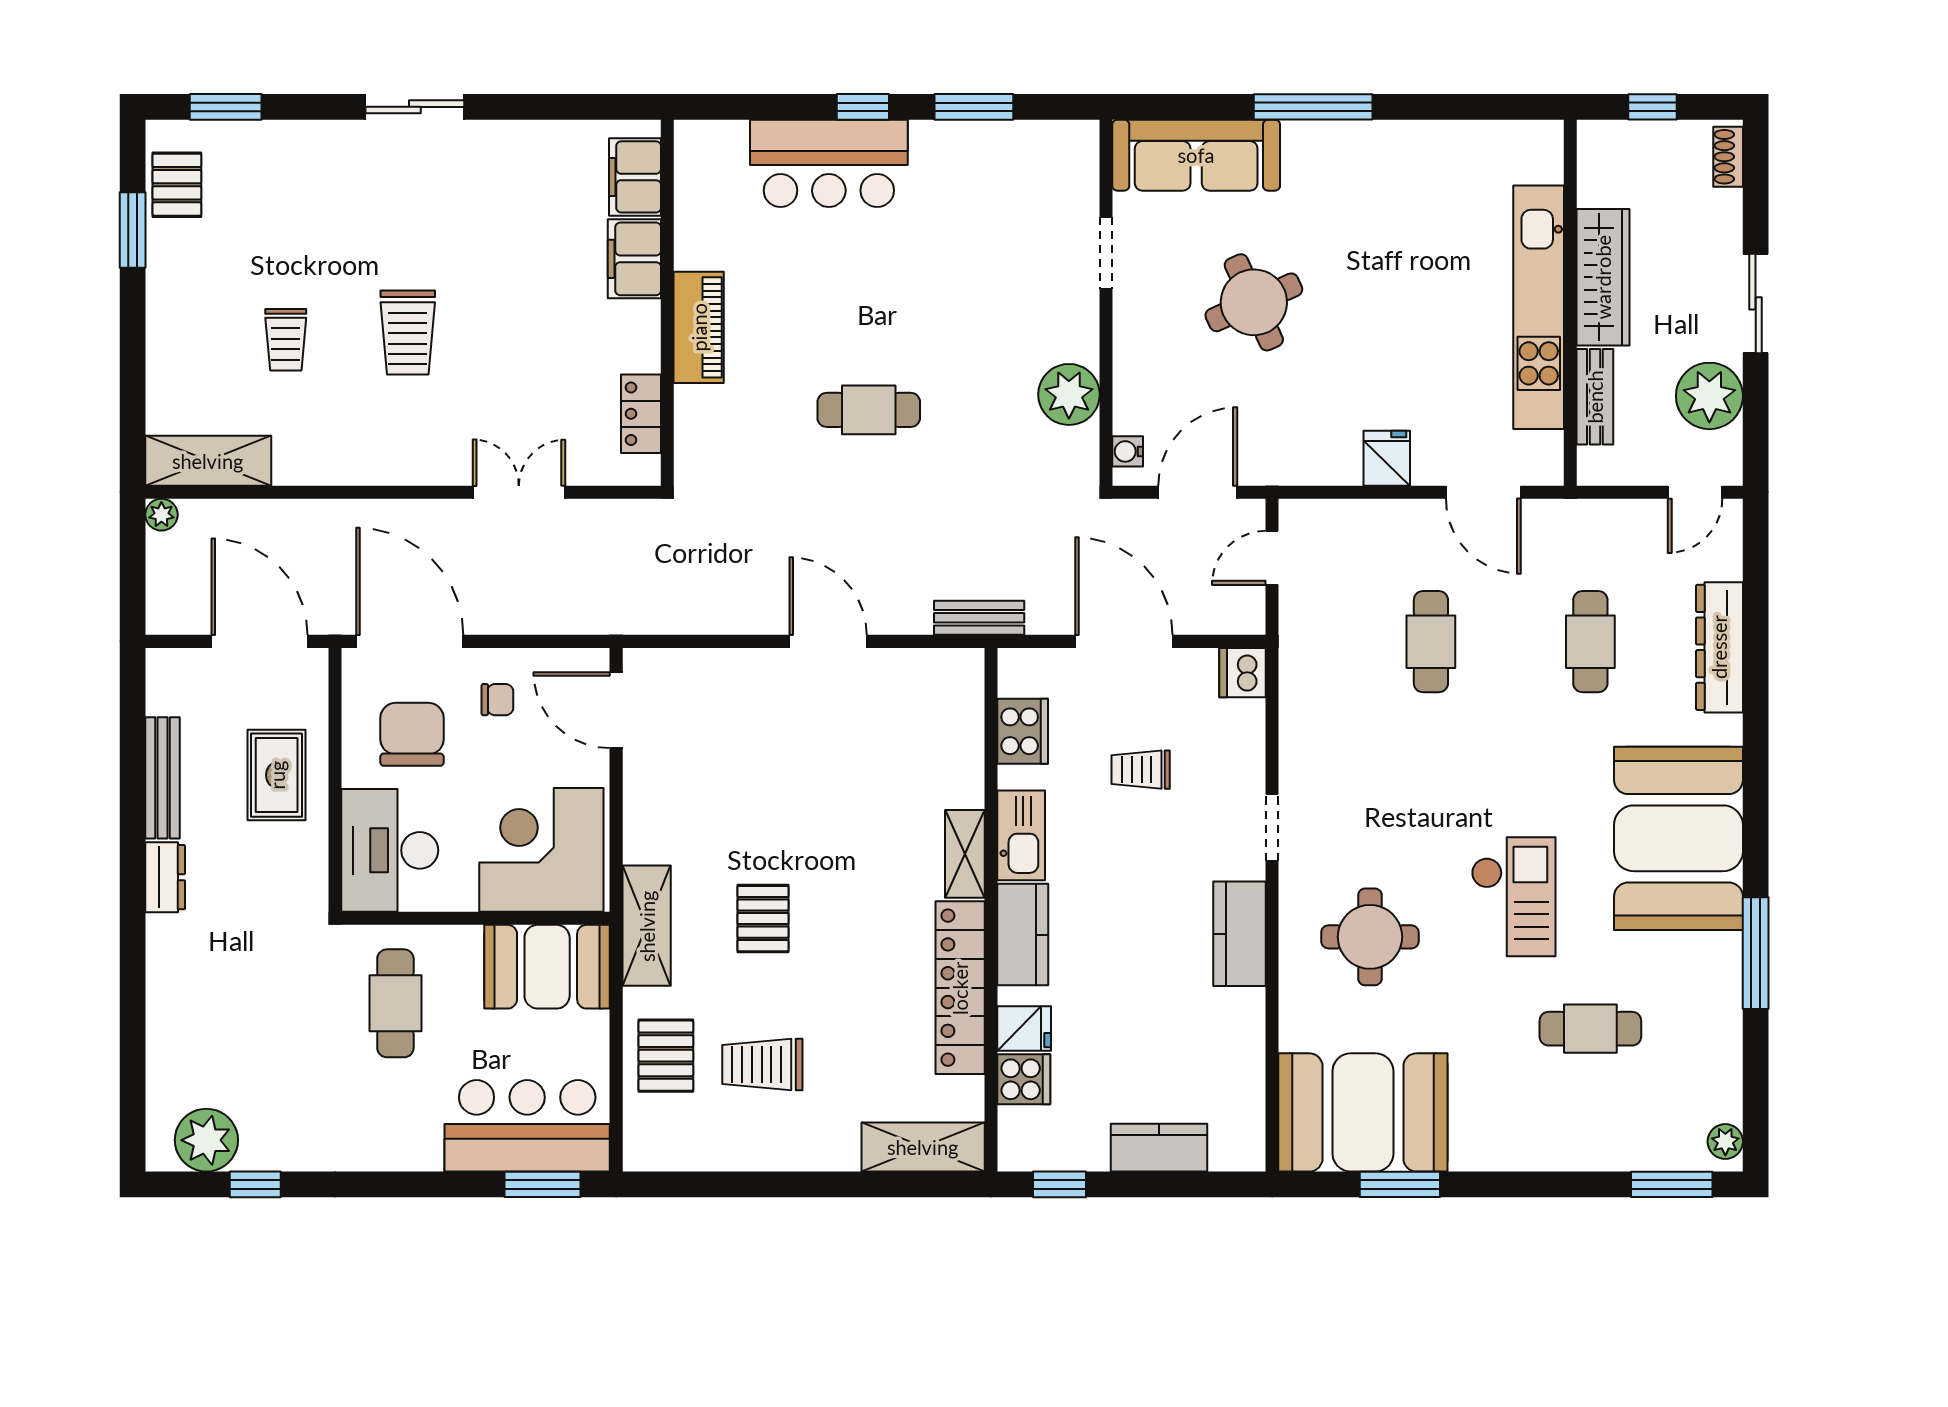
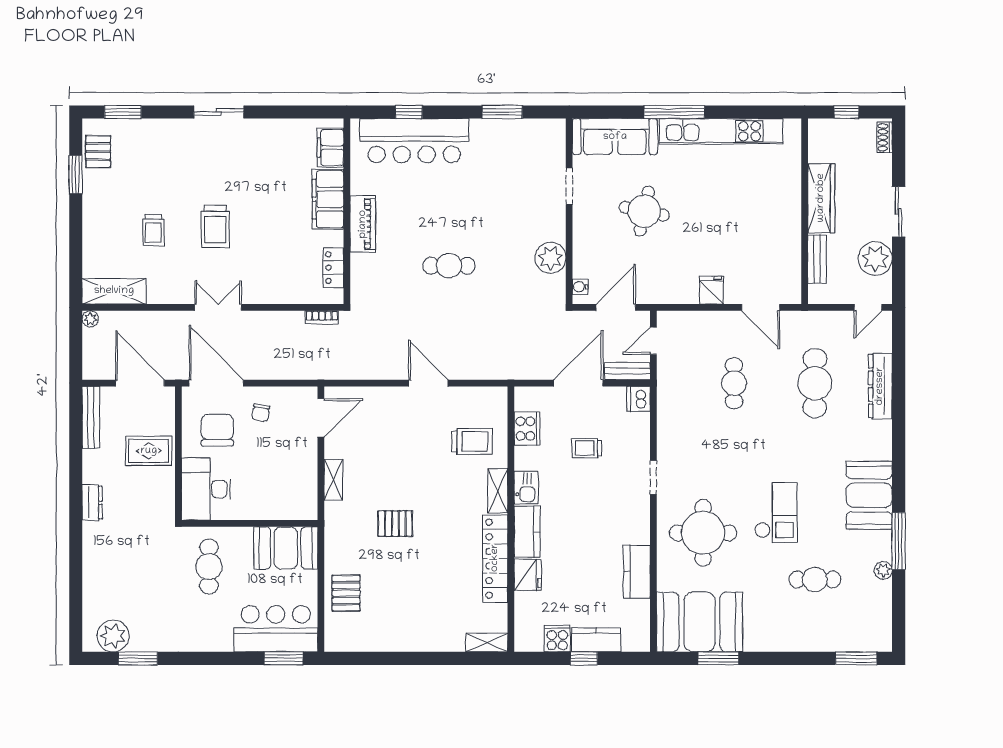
window: (863, 107) -> (409, 112), moved
bar counter: (829, 163) -> (414, 141), width x1.36
filing cabinet: (634, 259) -> (328, 199), width x1.50, depth x1.17
round table: (1254, 302) -> (644, 211), turned 36
kitchen unit: (1539, 307) -> (721, 131), moved, turned -90
double door: (519, 492) -> (218, 307), moved
bookcase: (618, 512) -> (322, 317), added
bench: (979, 618) -> (627, 371), moved
door: (1124, 641) -> (578, 383), hinge flipped
cafe table: (1590, 642) -> (815, 383), width x1.37, depth x1.35
chair: (497, 700) -> (261, 413), turned 100
door: (616, 710) -> (321, 418), swing flipped
rug: (277, 775) -> (149, 451), turned 90
bench: (162, 778) -> (91, 417), moved
kitchen sink: (1021, 835) -> (526, 488), width x0.73
booth: (1678, 838) -> (869, 495), width x0.73, depth x0.70
corner desk: (541, 850) -> (283, 489), removed
pallet: (763, 919) -> (395, 524), turned 90
shelving: (647, 926) -> (333, 480), moved, width x0.67, depth x0.75
kitchen counter: (1239, 934) -> (637, 572), moved
round table: (1370, 937) -> (703, 533), width x1.36, depth x1.36
fridge: (1024, 1028) -> (528, 575), width x1.38
trolley: (762, 1064) -> (472, 442), moved, turned 180
cooker: (1024, 1079) -> (557, 639), moved, turned -90
plant: (1725, 1142) -> (883, 570), moved
shelving: (923, 1147) -> (487, 643), width x0.67, depth x0.75
window: (255, 1184) -> (138, 658), width x1.50
window: (1060, 1184) -> (584, 658), moved

